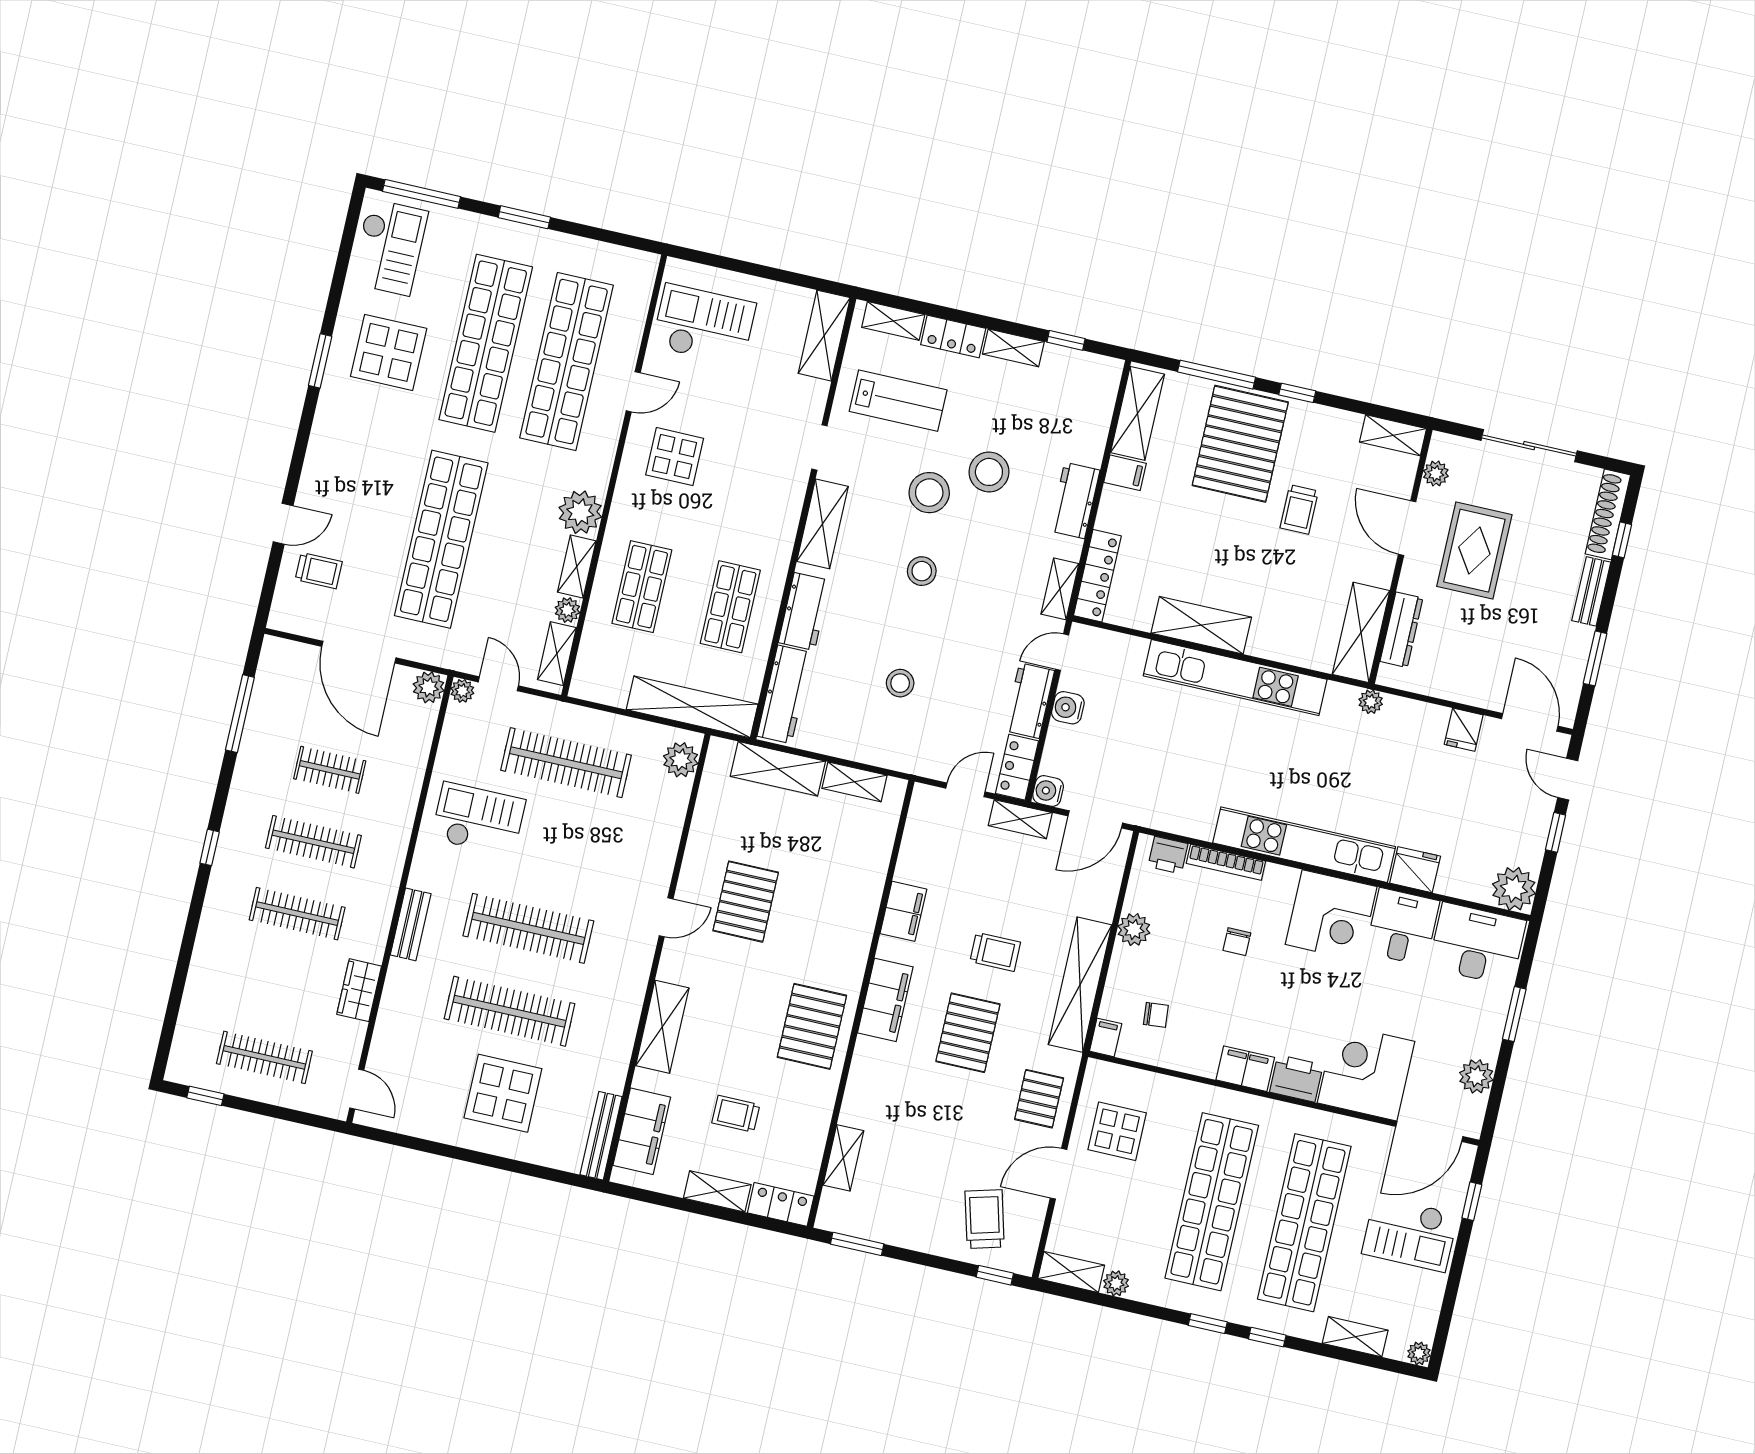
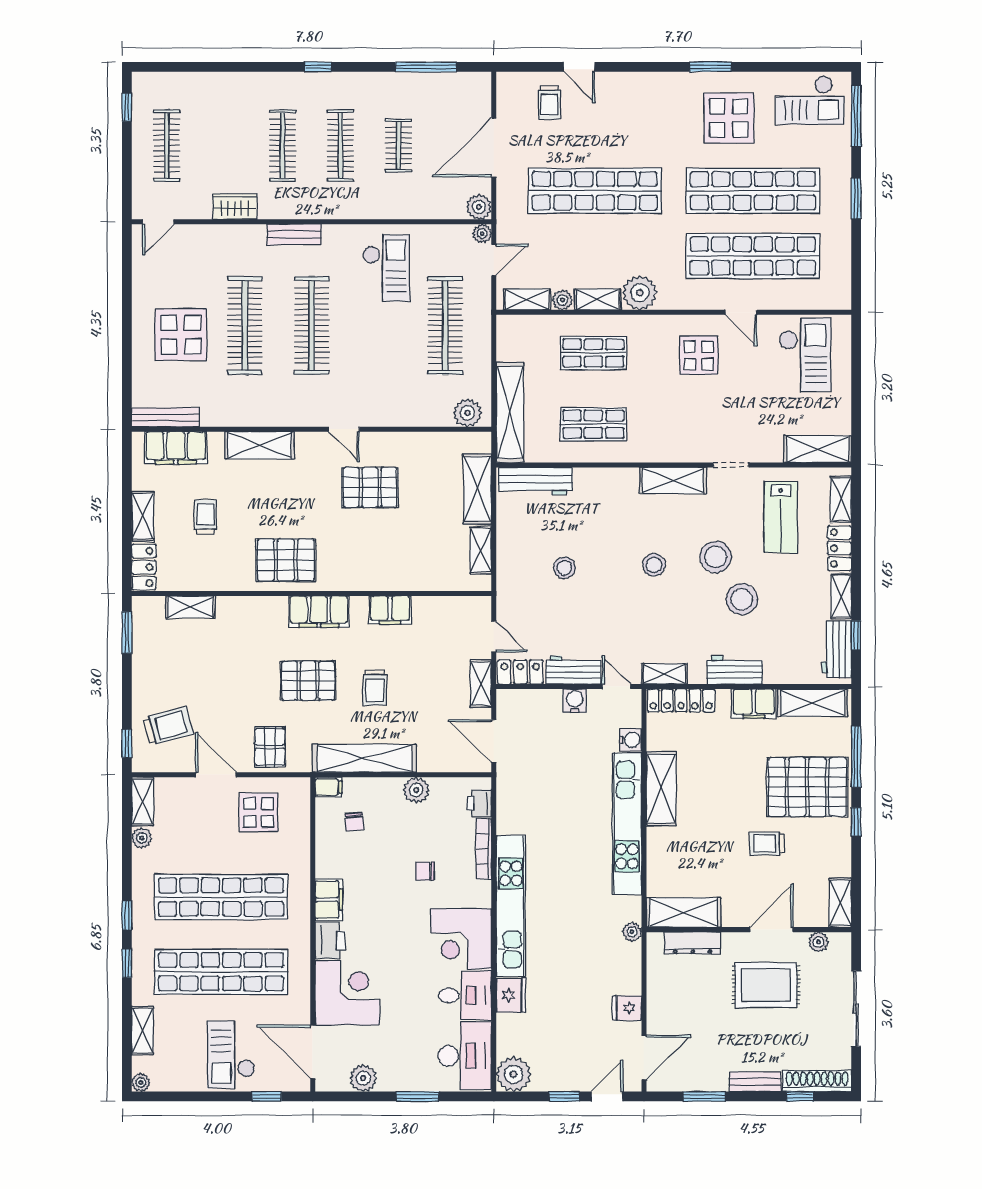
filing cabinet: (1125, 473) -> (754, 704), width x2.00
workbench: (804, 612) -> (837, 649), moved, turned 90
water cooler: (1048, 791) -> (630, 740), moved, turned 90
pallet: (1039, 1099) -> (270, 747), turned 90

